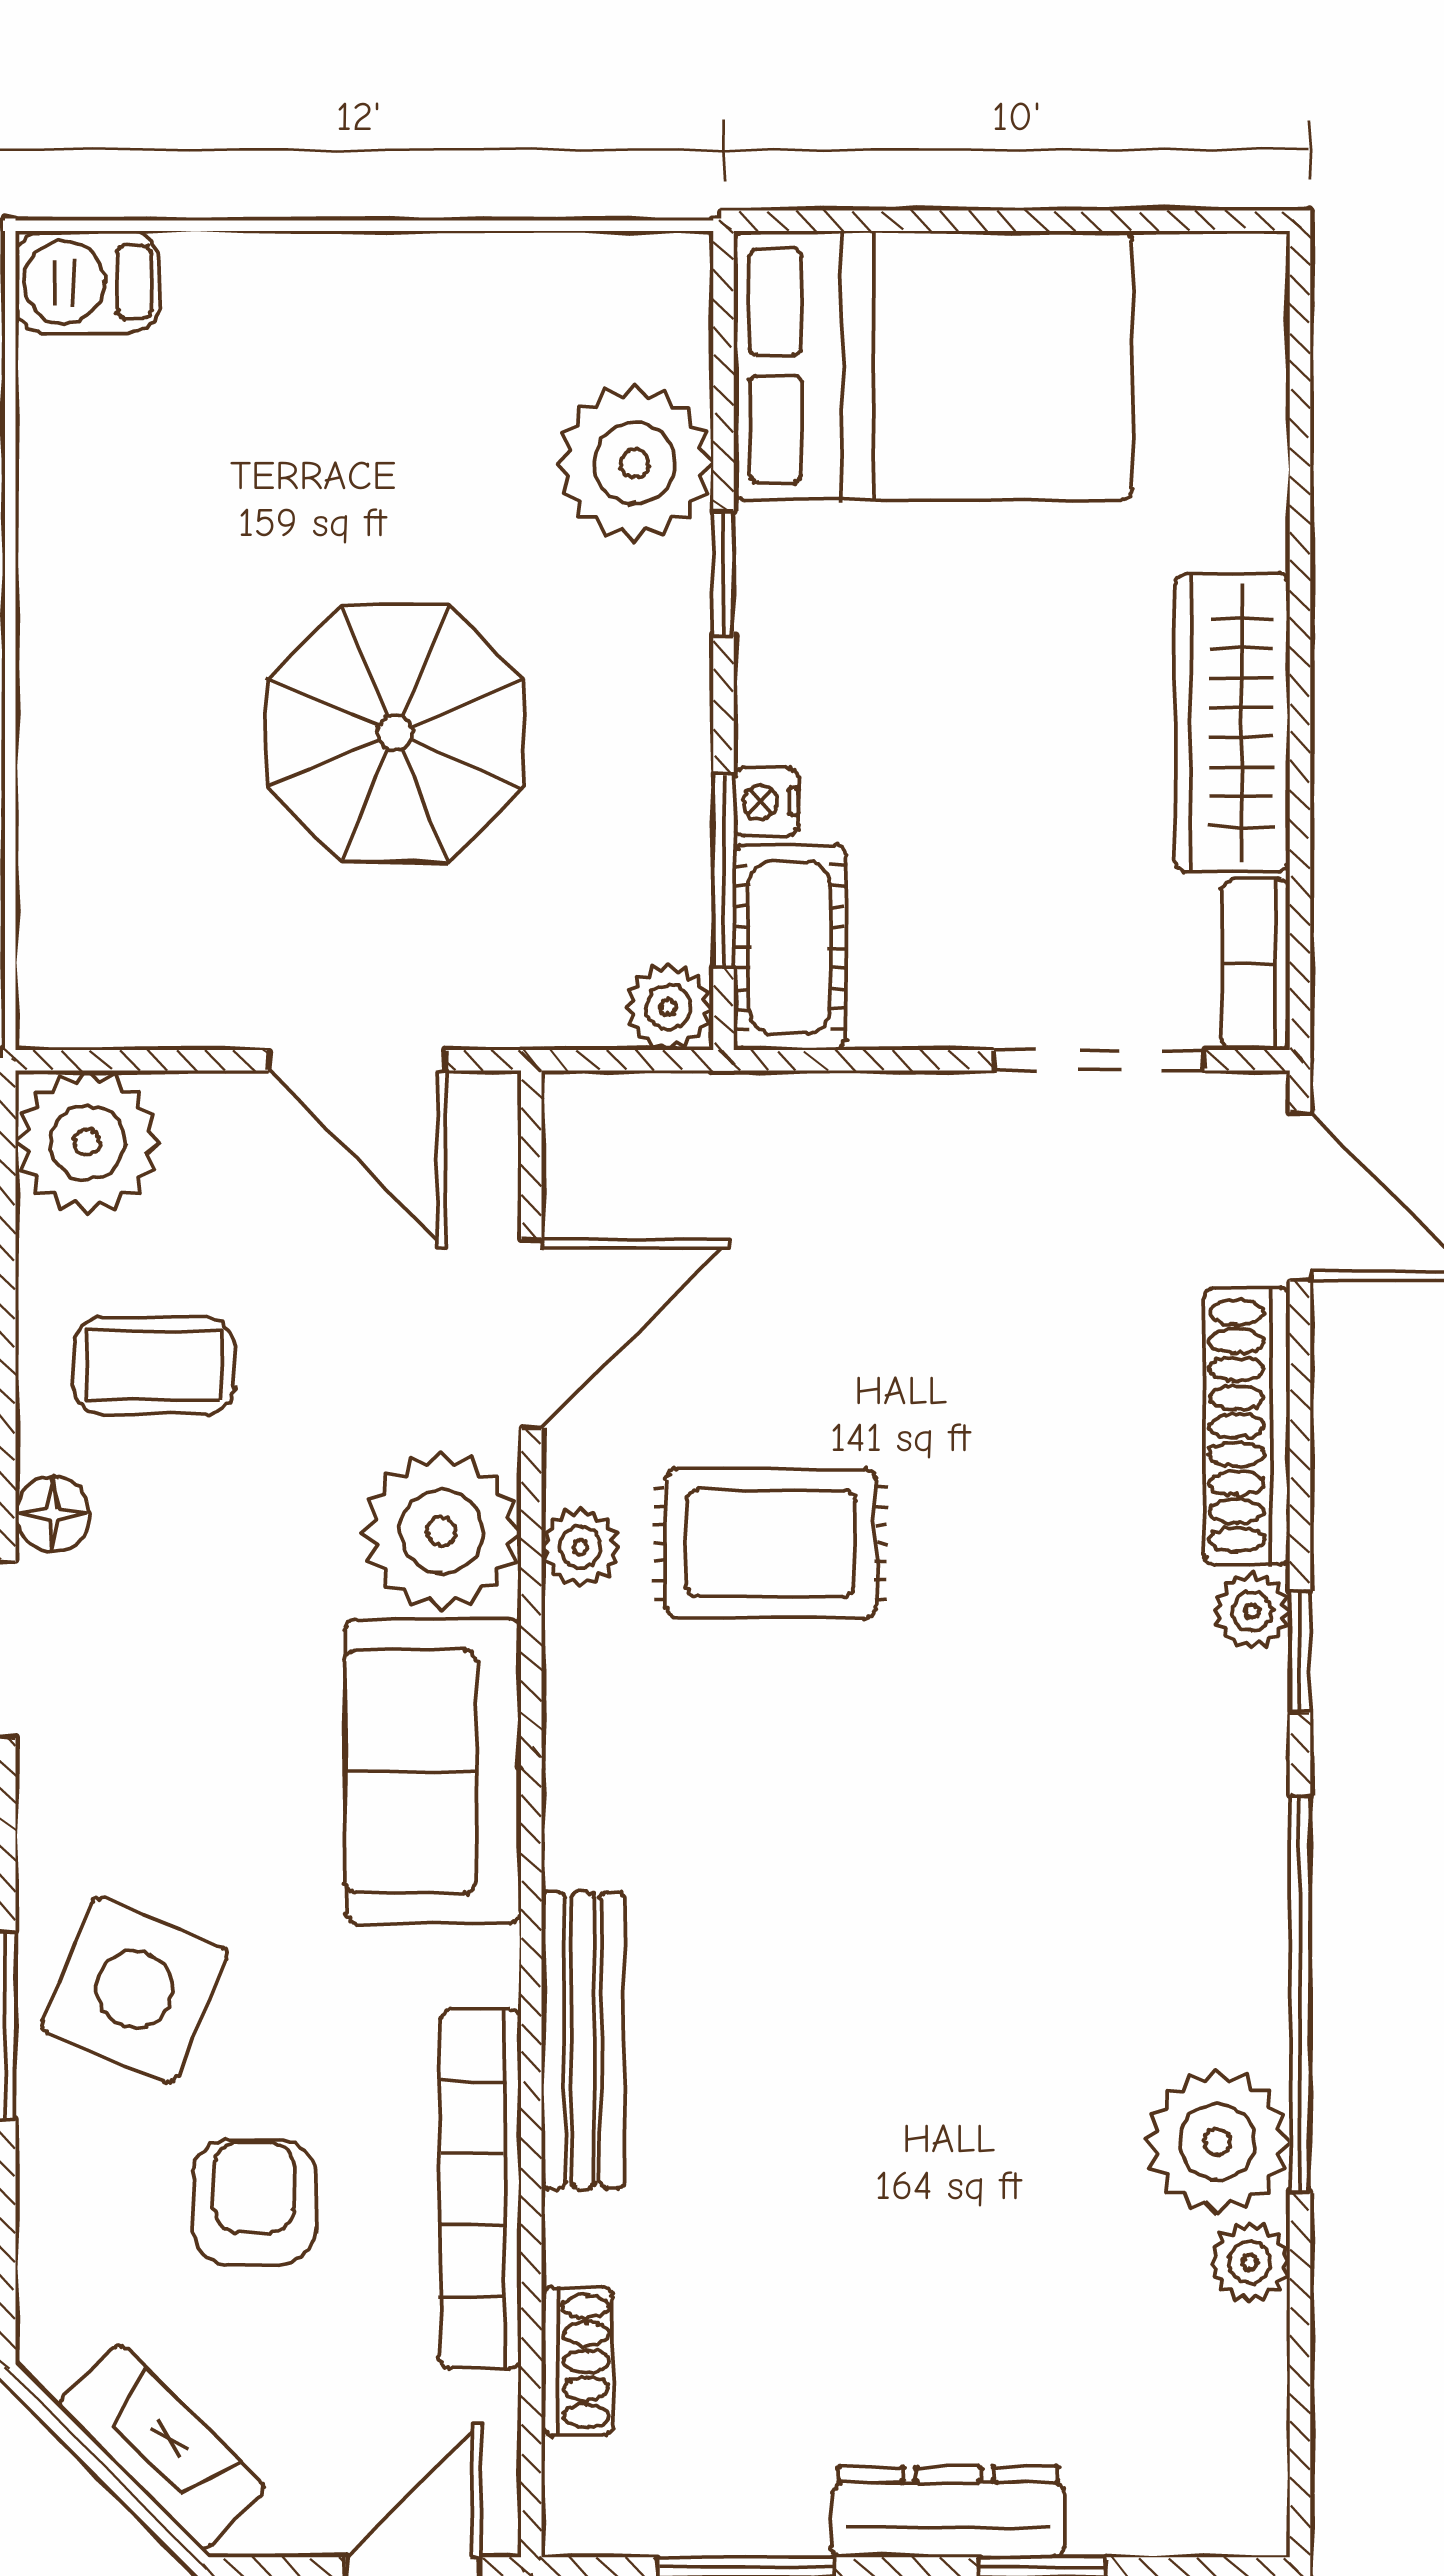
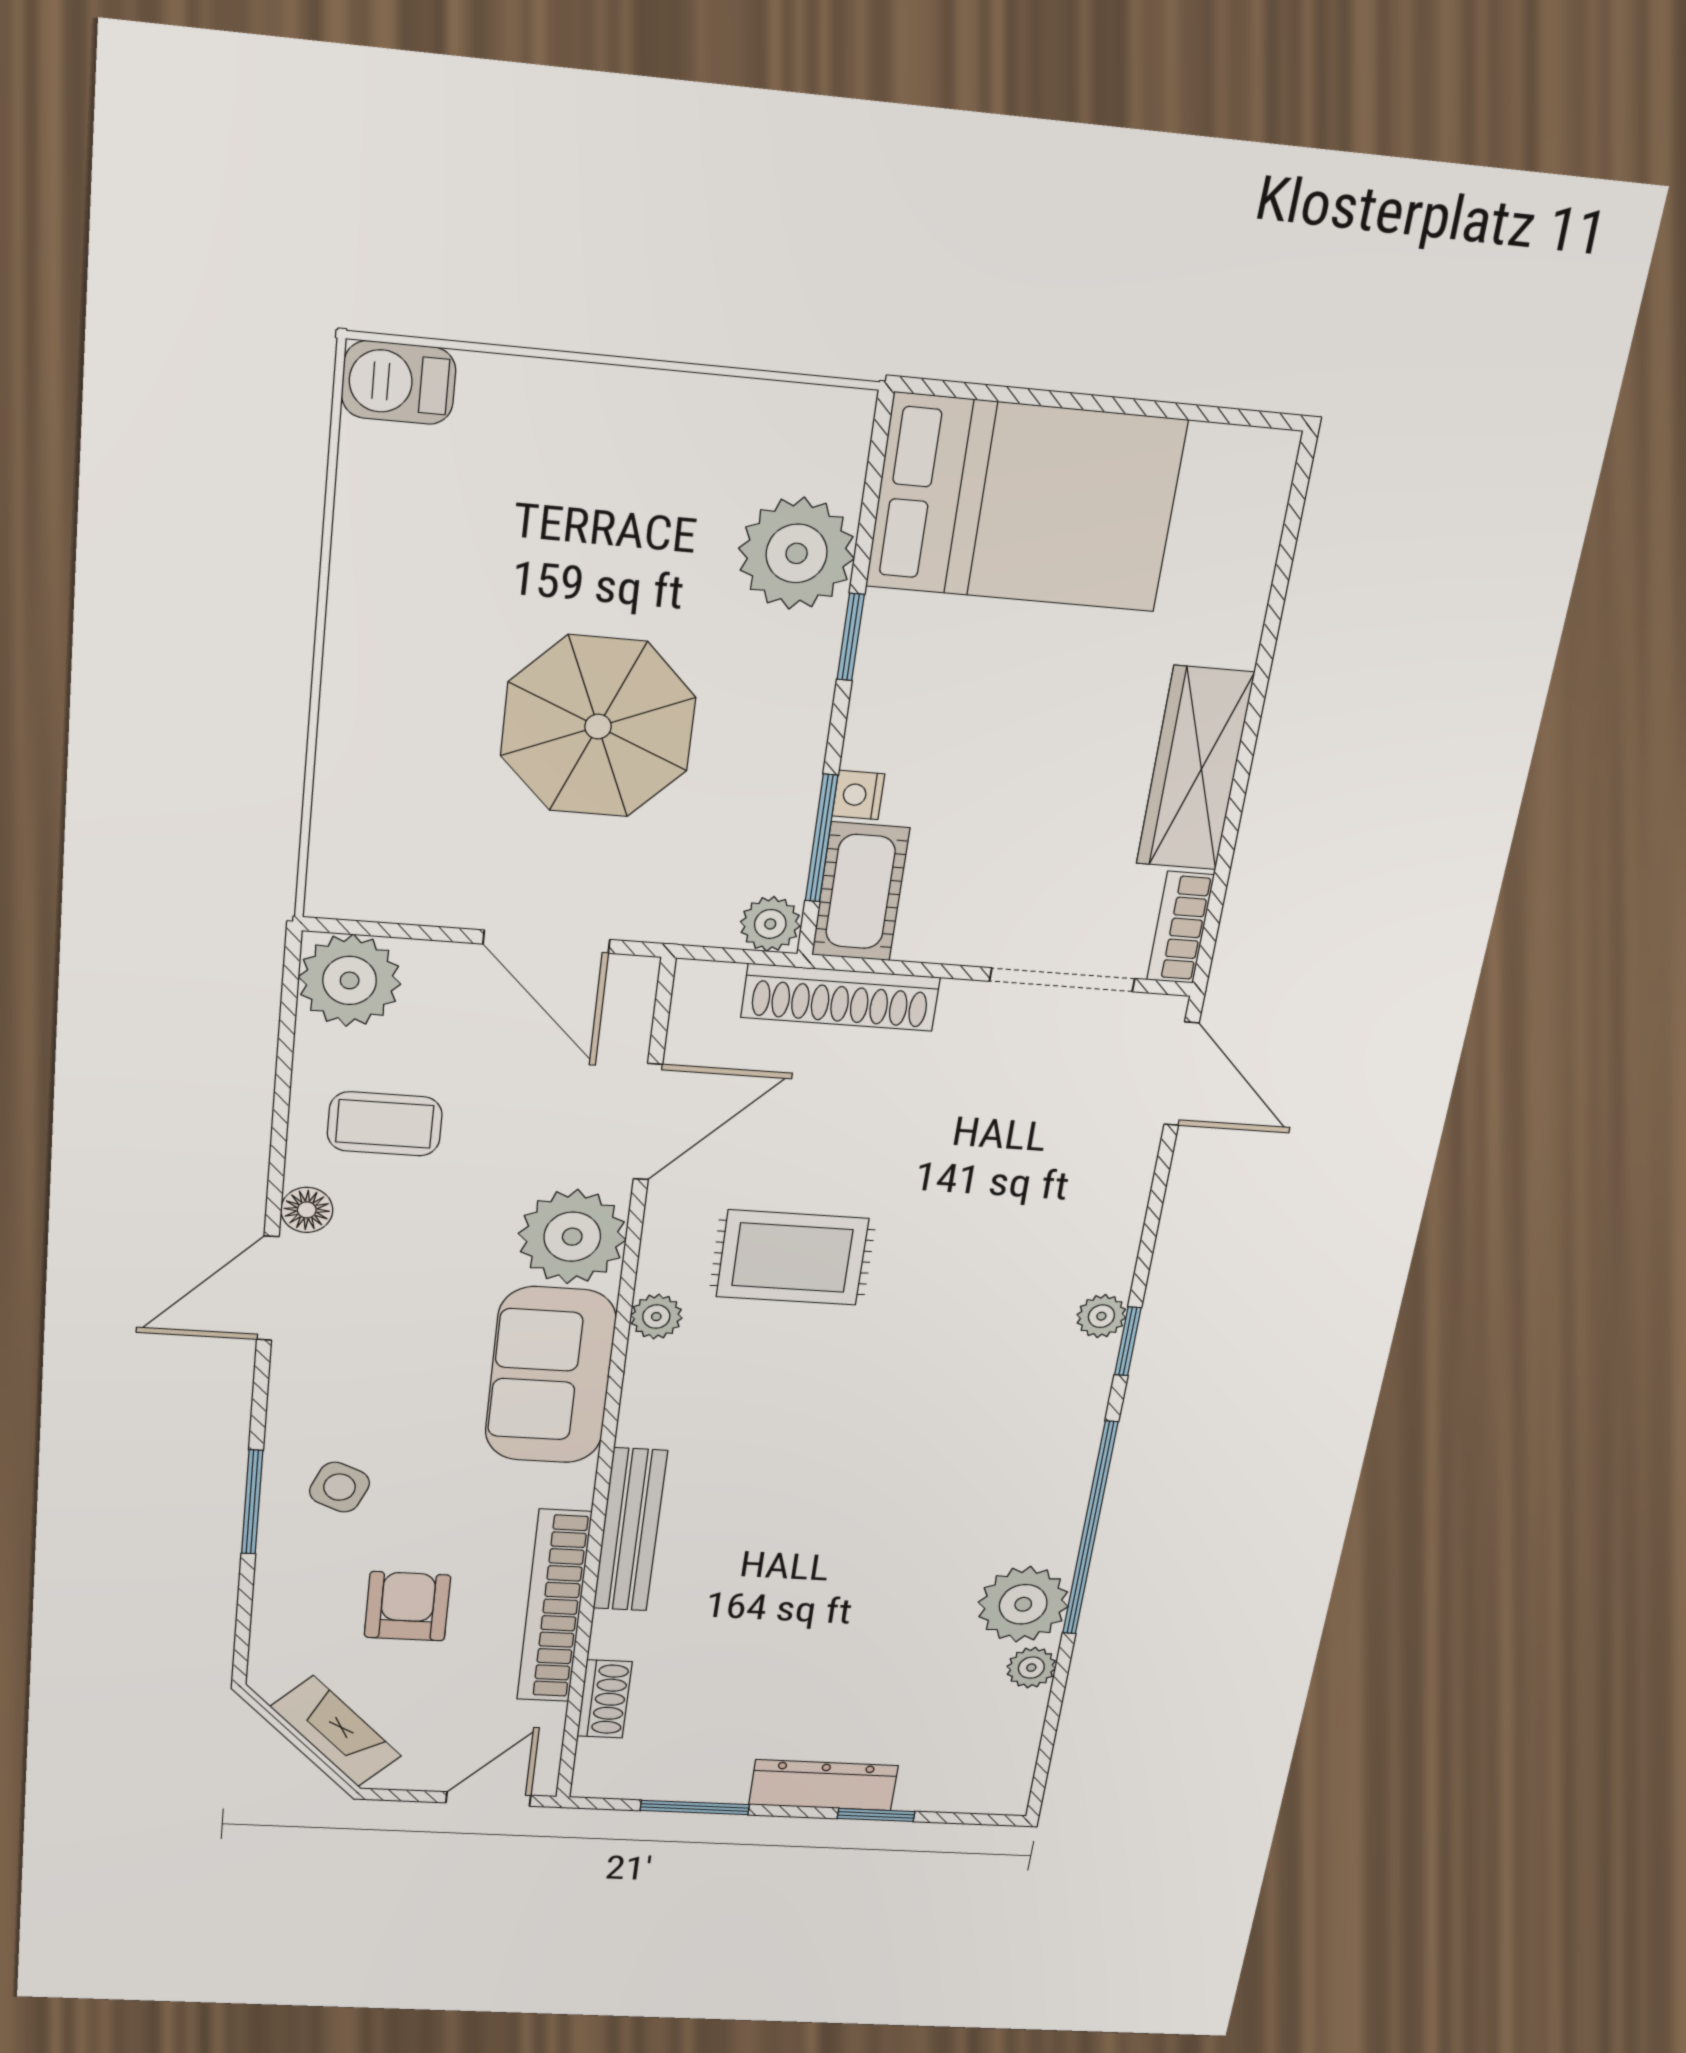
shoe rack: (1247, 1426) -> (841, 997), moved, turned -90
plant: (580, 1547) -> (656, 1317), moved
side table: (134, 1990) -> (340, 1487), width x0.54, depth x0.54

